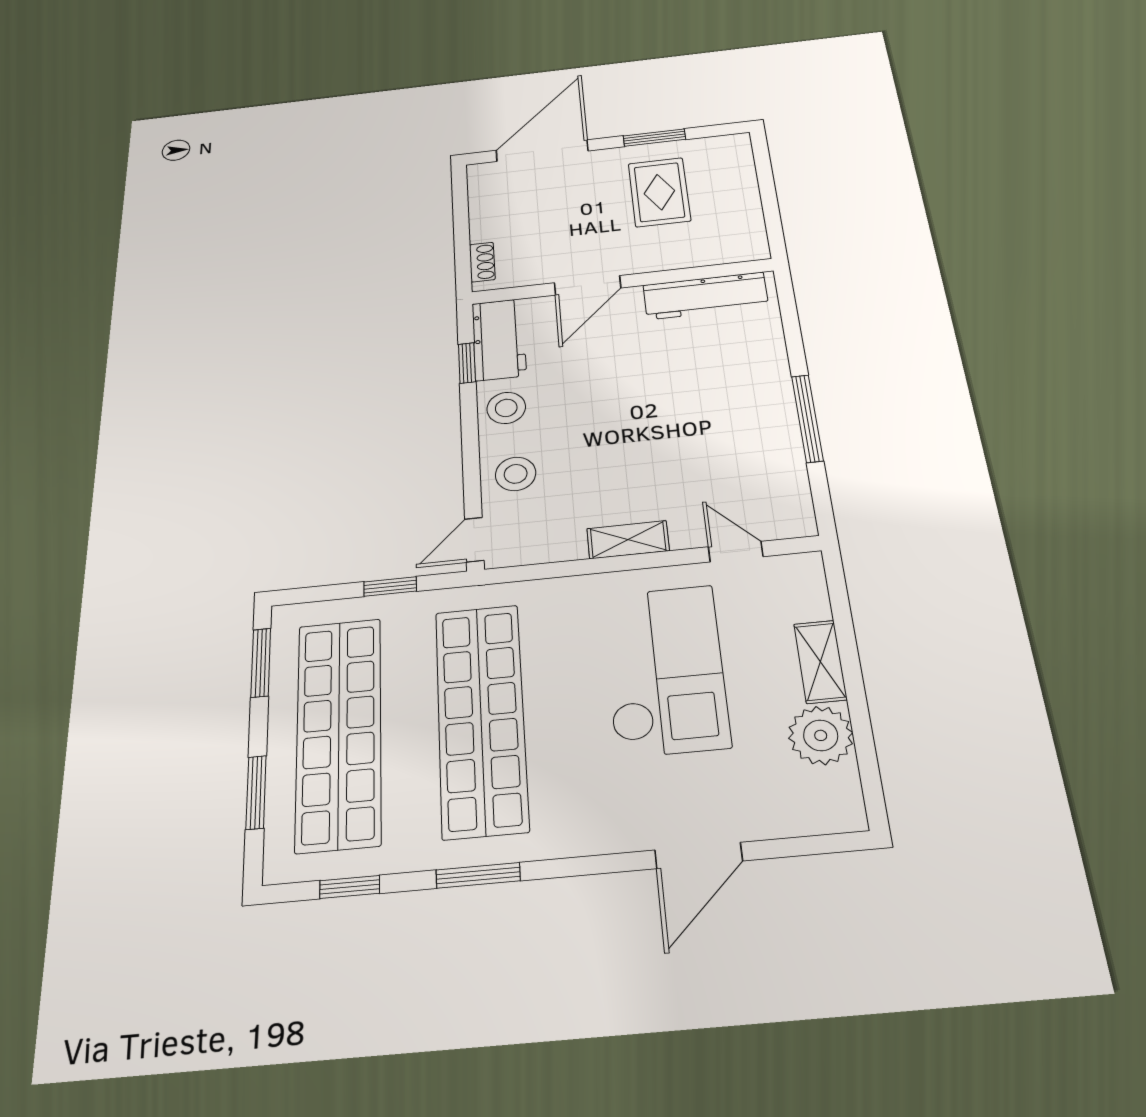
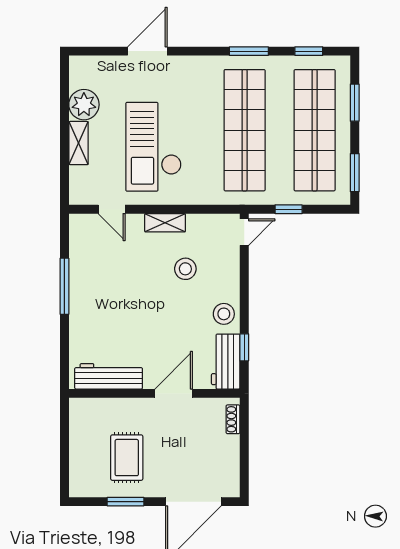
stool: (516, 474) -> (185, 269), moved

